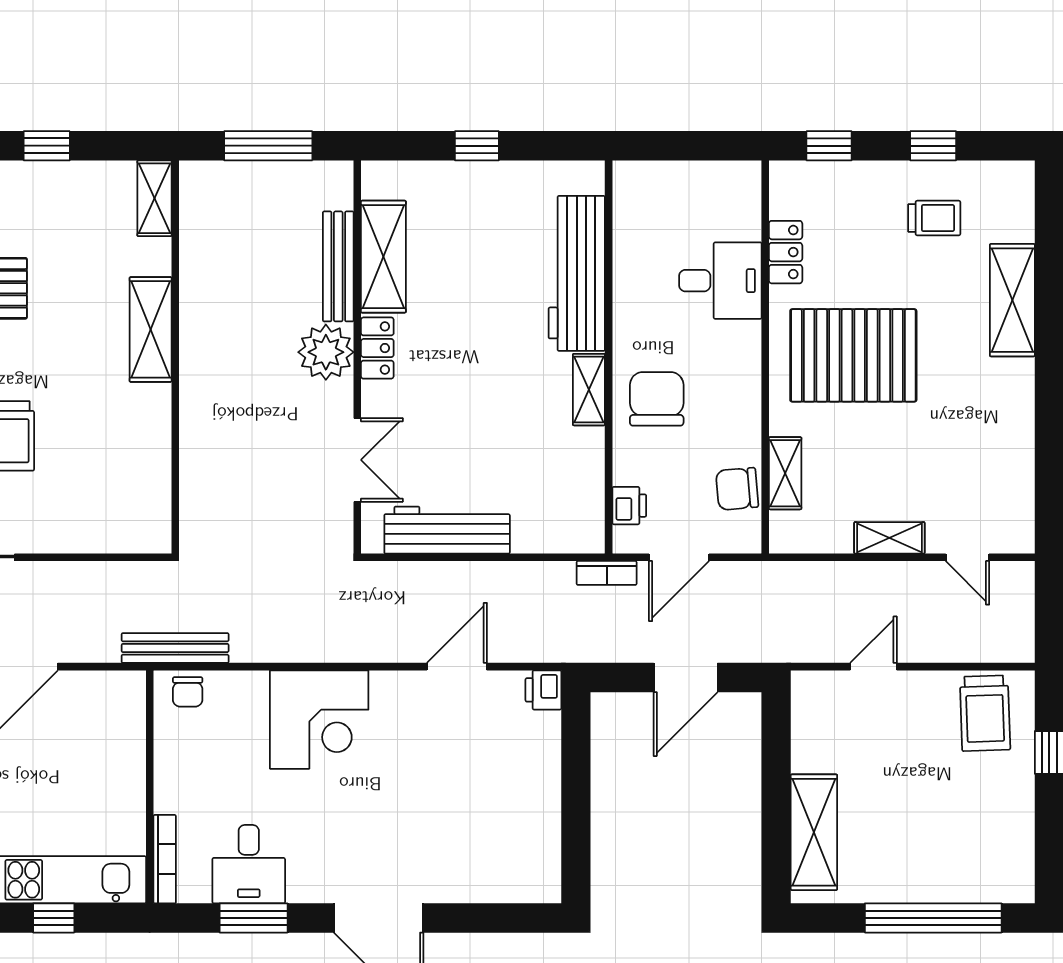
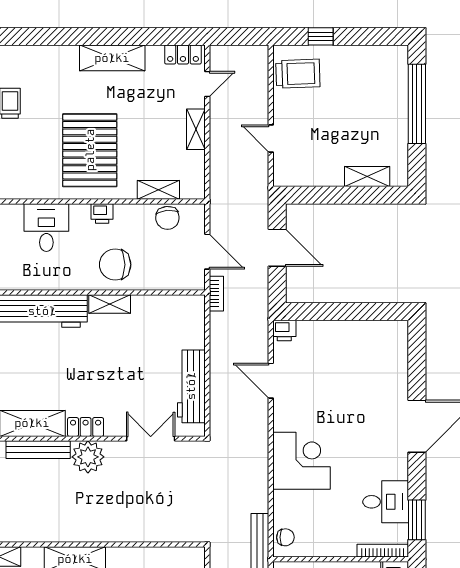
locker: (786, 252) -> (183, 54), moved, turned 180
shelving: (1012, 300) -> (112, 58), moved
printer: (629, 506) -> (102, 213), moved, turned 180
shelving: (814, 832) -> (367, 177), width x0.67, depth x0.75
window: (254, 918) -> (417, 520), moved

